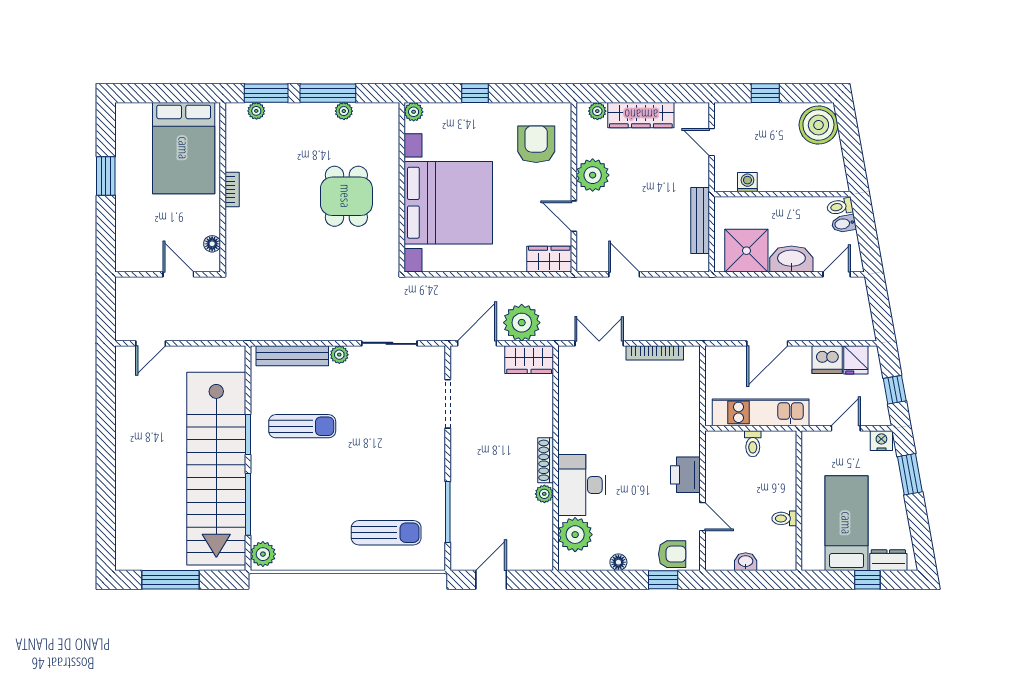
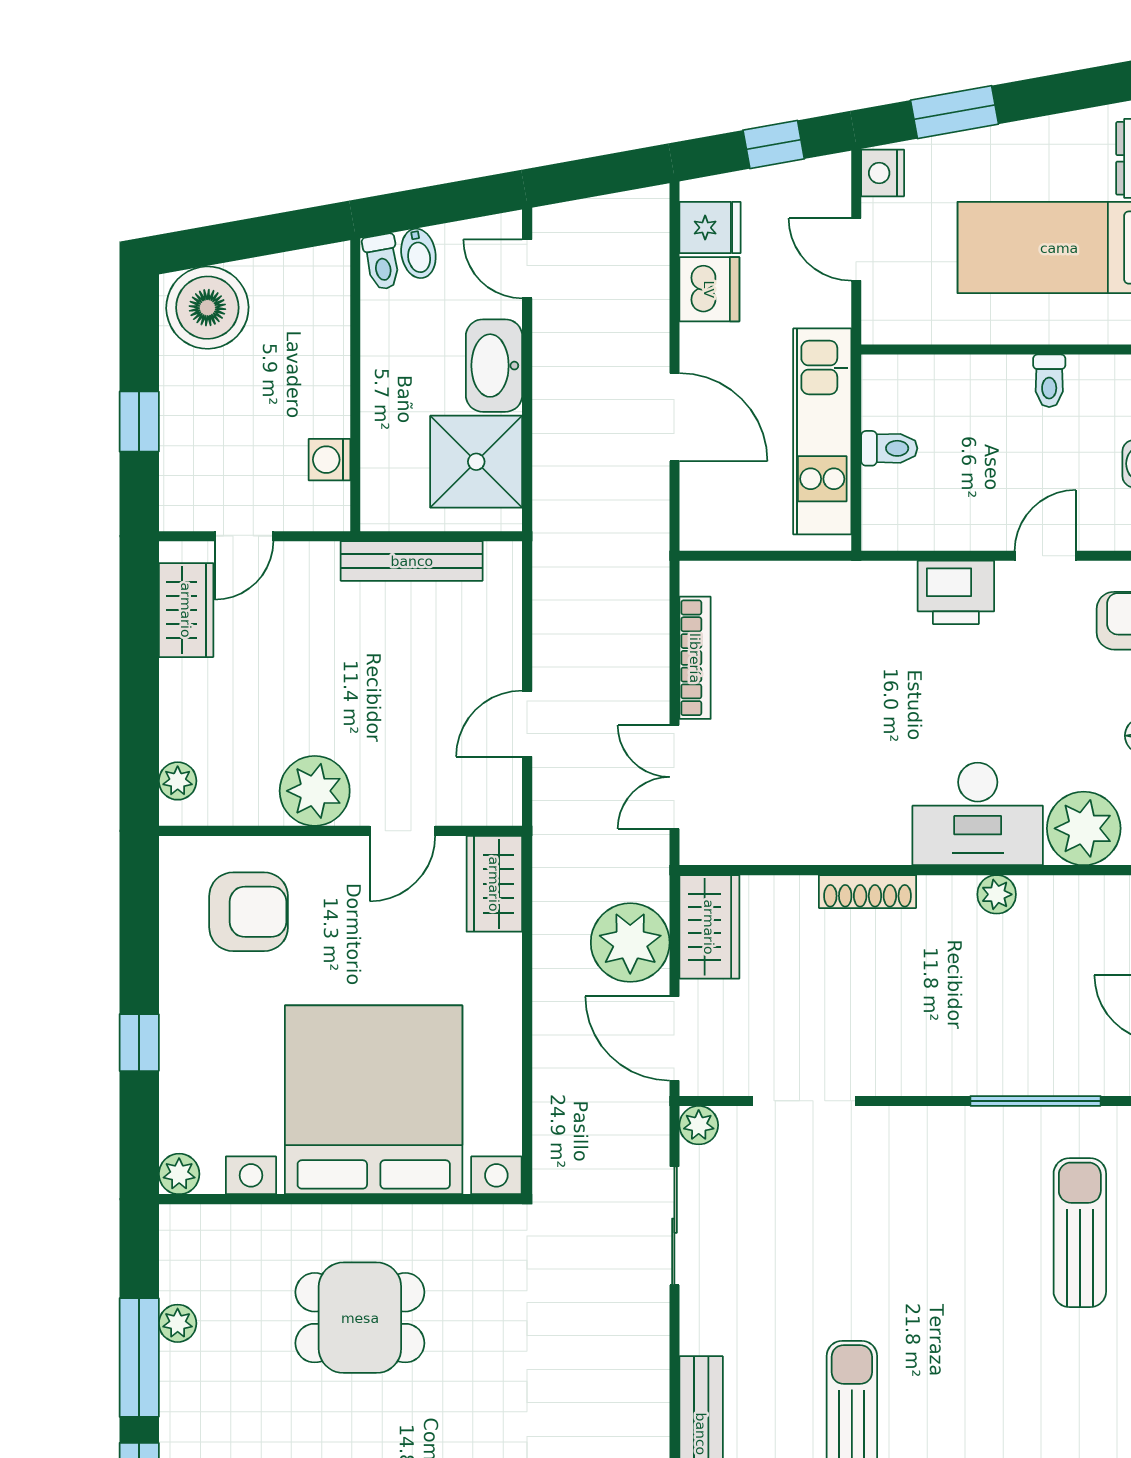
wardrobe: (641, 115) -> (186, 610), moved, width x0.67
armchair: (536, 144) -> (249, 912), turned 180
plant: (339, 355) -> (699, 1125), moved
shoe rack: (546, 460) -> (868, 892), moved

